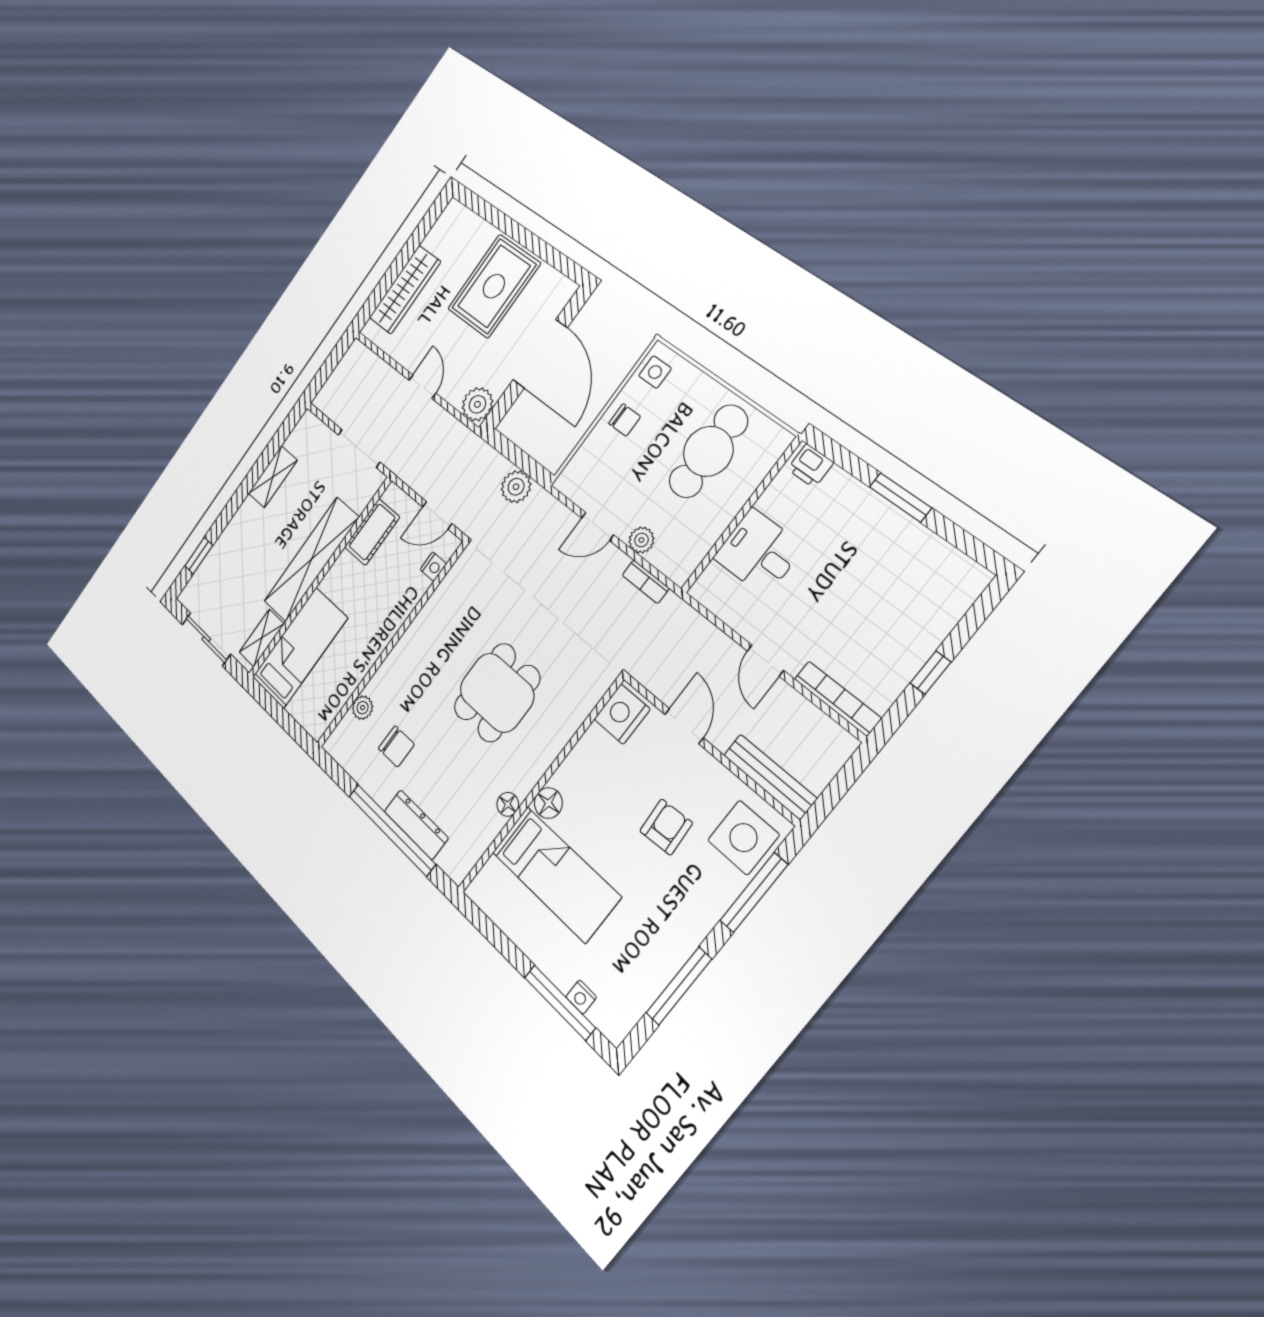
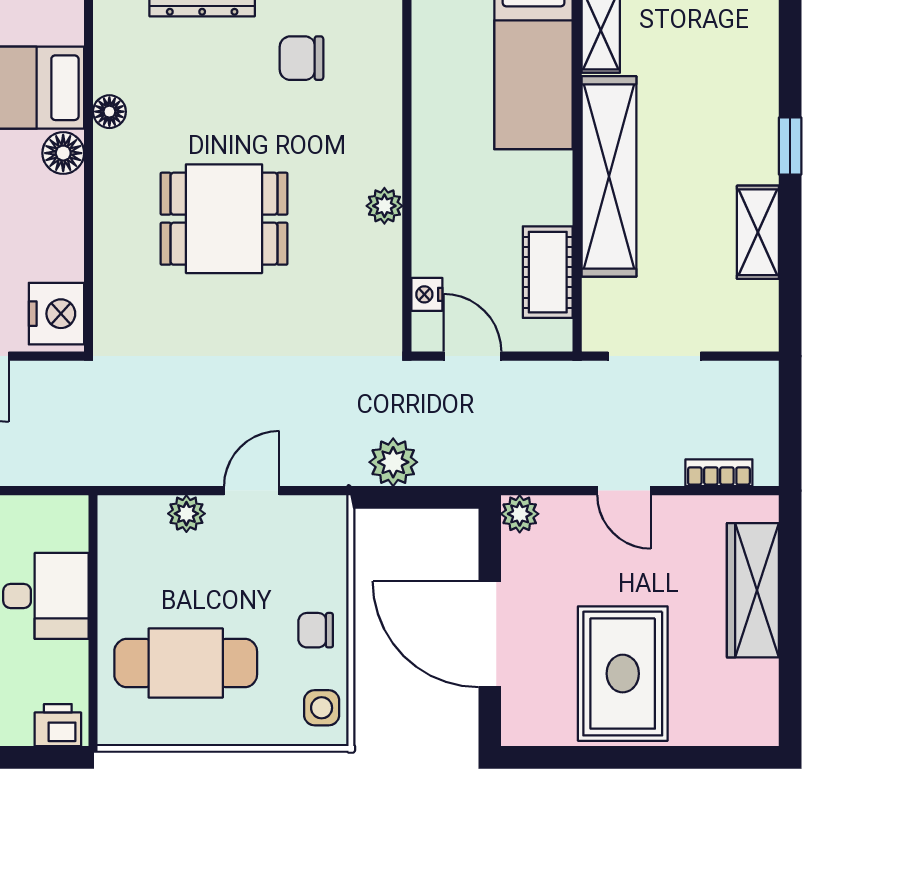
plant: (477, 404) -> (520, 514), width x0.73, depth x0.73
cafe table: (708, 451) -> (186, 663), turned 90
door: (437, 515) -> (472, 356), hinge flipped
window: (199, 556) -> (790, 146), moved
bookcase: (646, 582) -> (719, 473), moved
dining table: (497, 693) -> (224, 219), turned 90
plant: (363, 708) -> (384, 206), moved

